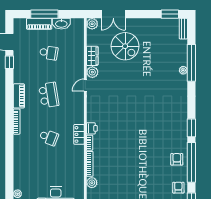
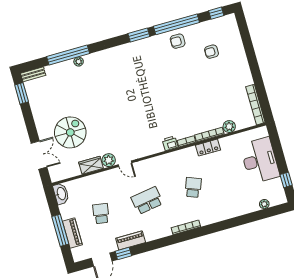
washbasin: (61, 24) -> (61, 194), moved
plant: (92, 24) -> (56, 175), removed
piano: (19, 96) -> (131, 240), moved
locker: (79, 134) -> (208, 148), moved
armchair: (178, 188) -> (212, 52), moved

